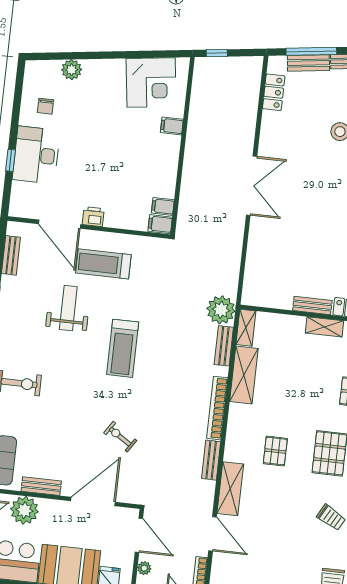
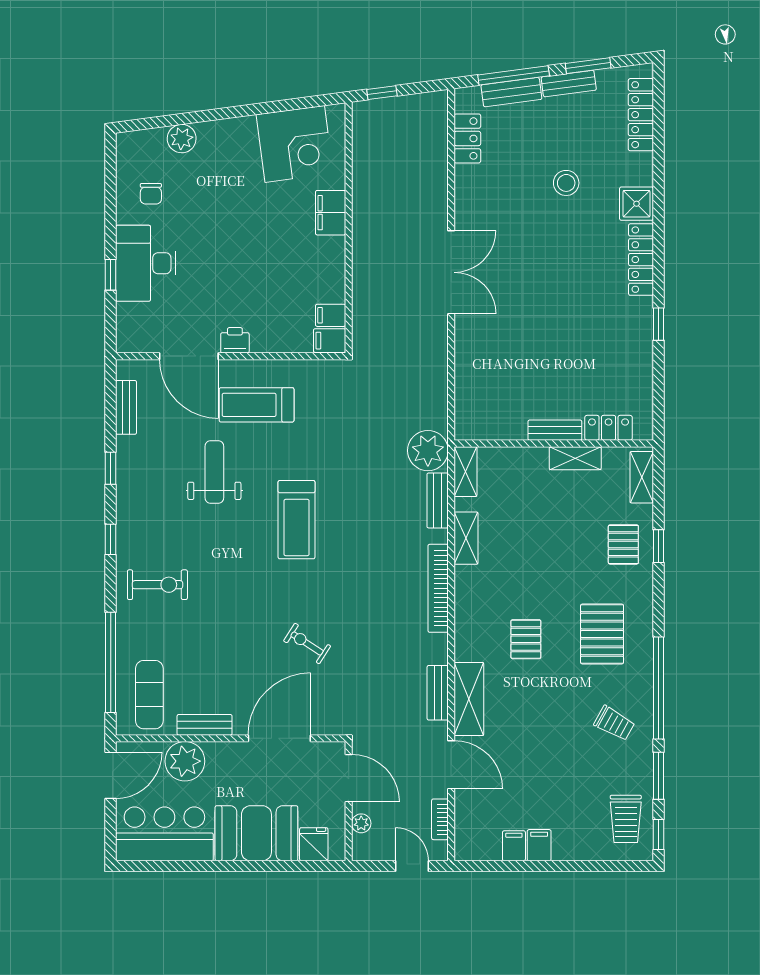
filing cabinet: (172, 126) -> (331, 213), width x2.00
shelving: (244, 375) -> (466, 538), width x0.67, depth x0.75
bench: (211, 460) -> (438, 693), moved

